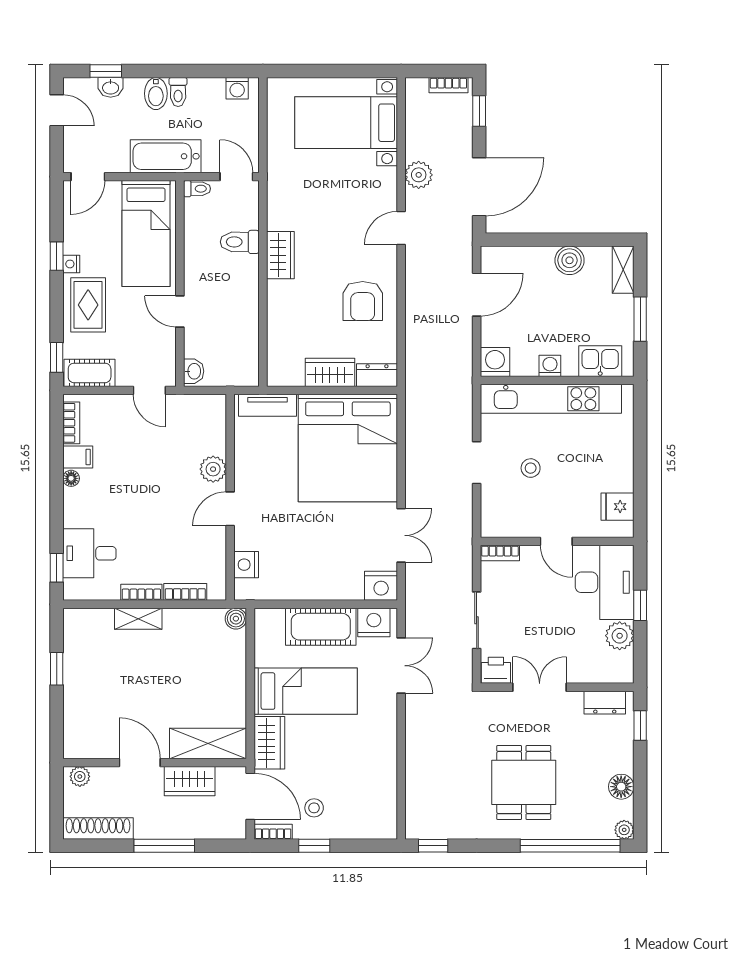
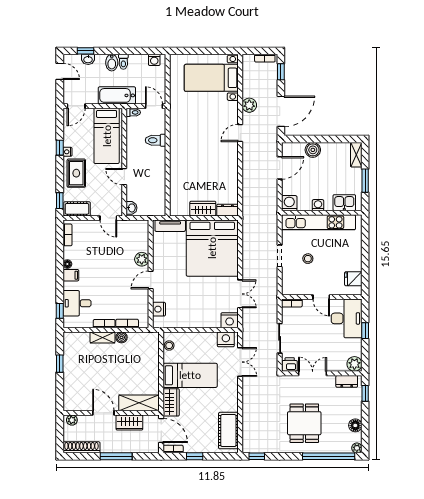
wardrobe: (280, 255) -> (177, 147), removed
boiler: (570, 260) -> (313, 150), moved
armchair: (363, 301) -> (220, 171), removed
filing cabinet: (78, 457) -> (71, 275), moved
boiler: (236, 619) -> (122, 337), moved
cot: (321, 627) -> (228, 431), moved, turned 90
plant: (620, 636) -> (354, 364), moved
stool: (314, 808) -> (169, 345), moved

